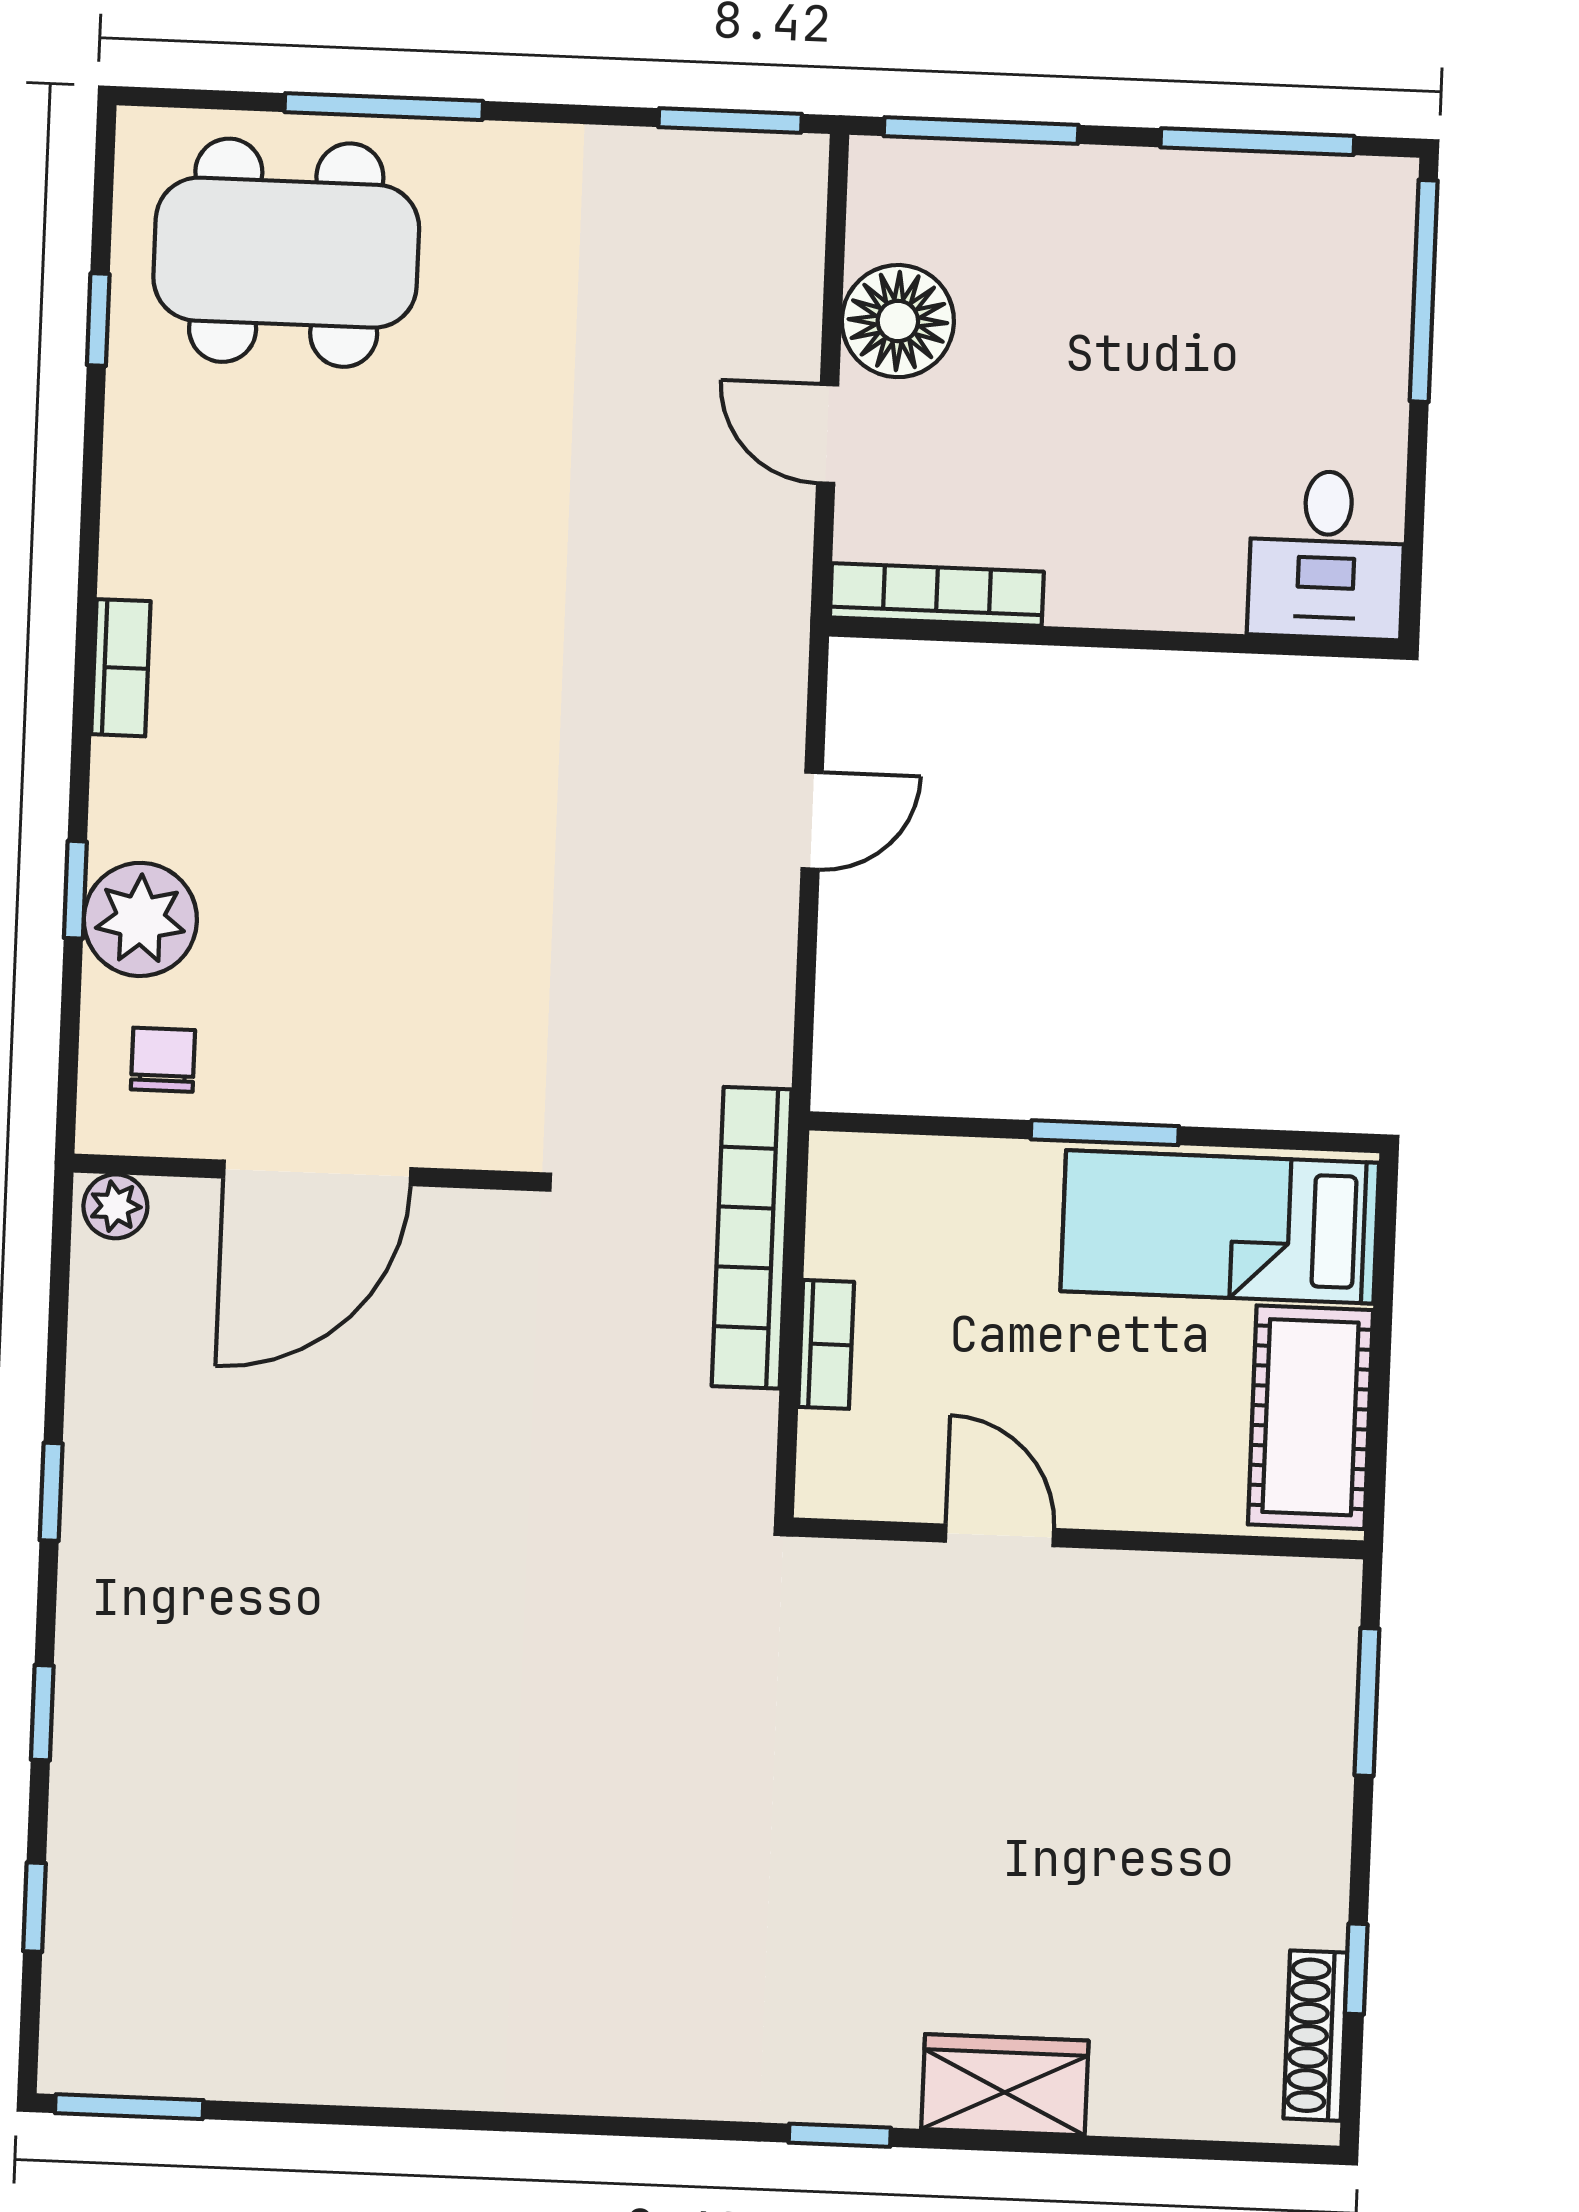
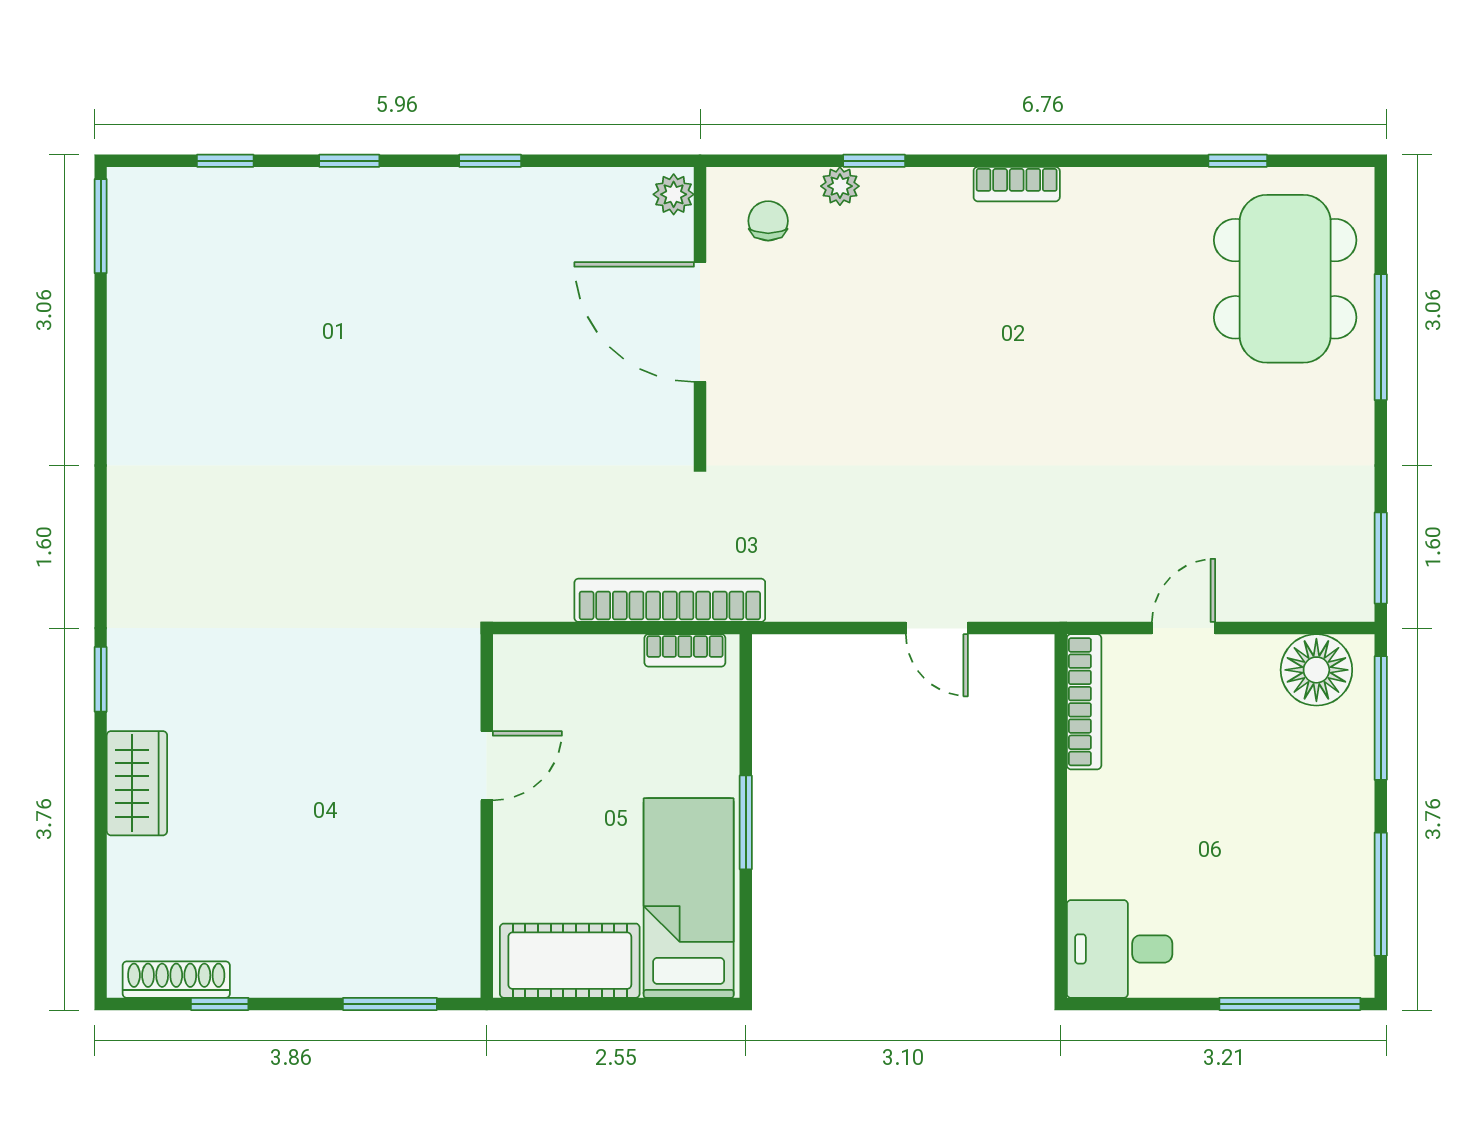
floor lamp: (898, 321) -> (1316, 670), moved
plant: (140, 919) -> (840, 186), width x0.53, depth x0.53
chair: (163, 1060) -> (768, 221), turned -90
bookcase: (826, 1344) -> (685, 650), moved

